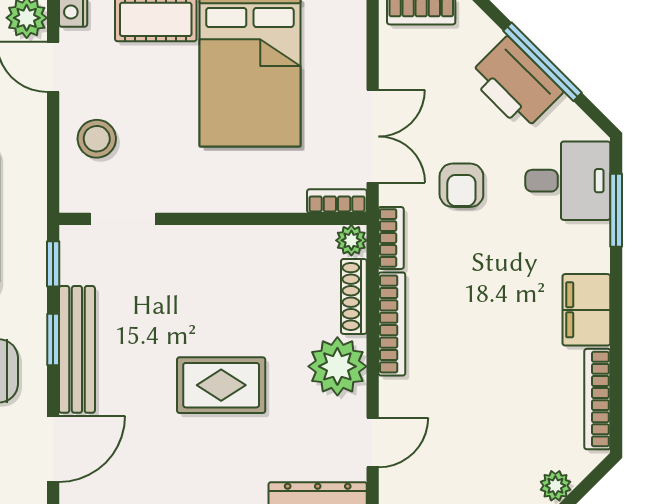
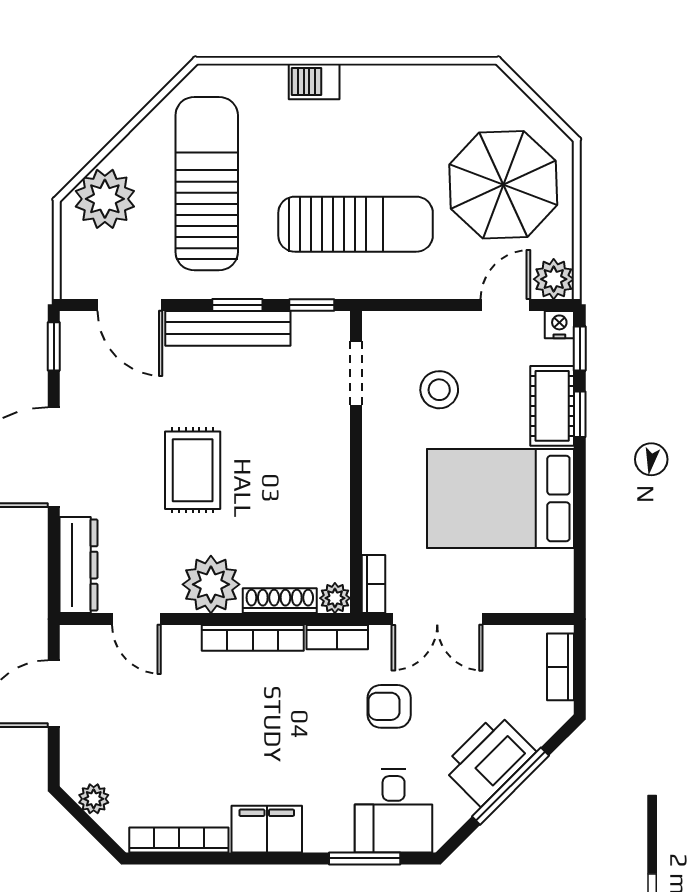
stool: (97, 139) -> (439, 390), moved

